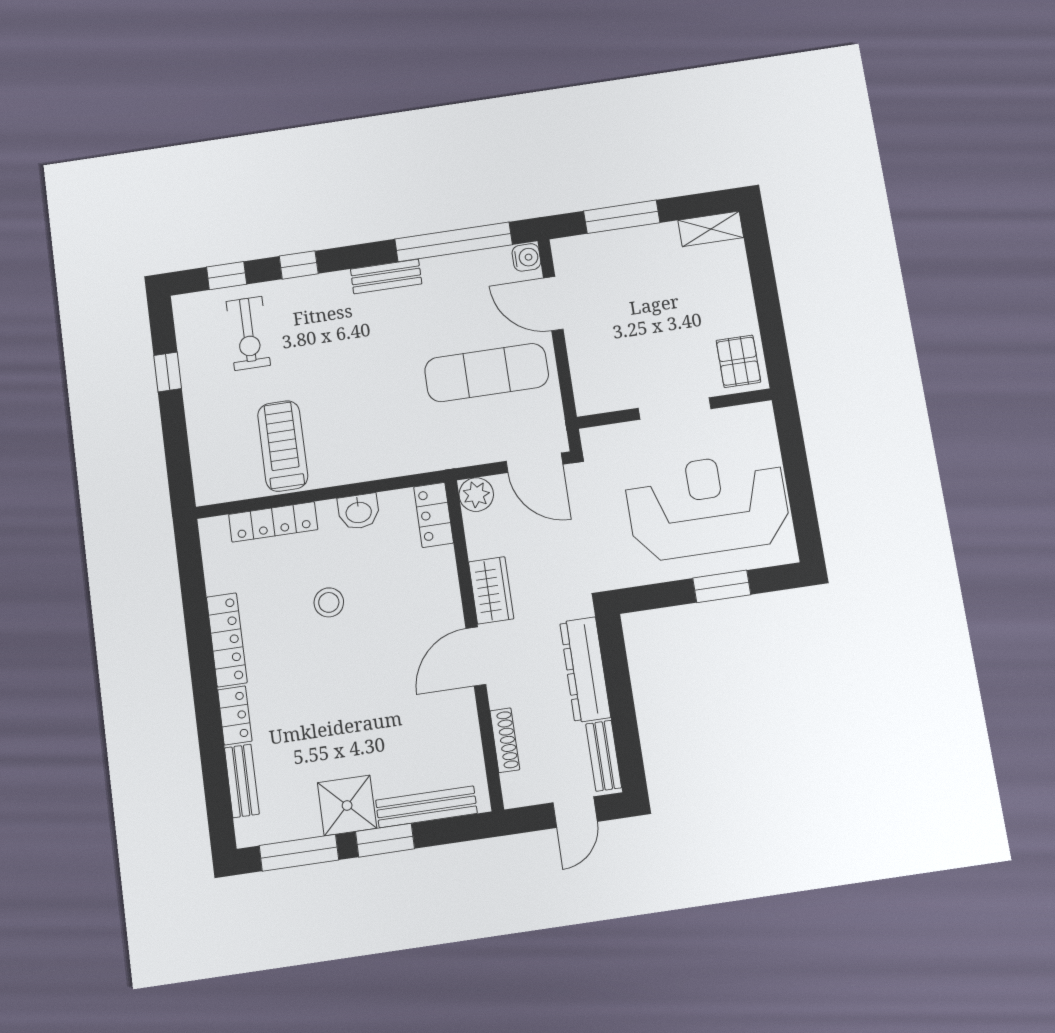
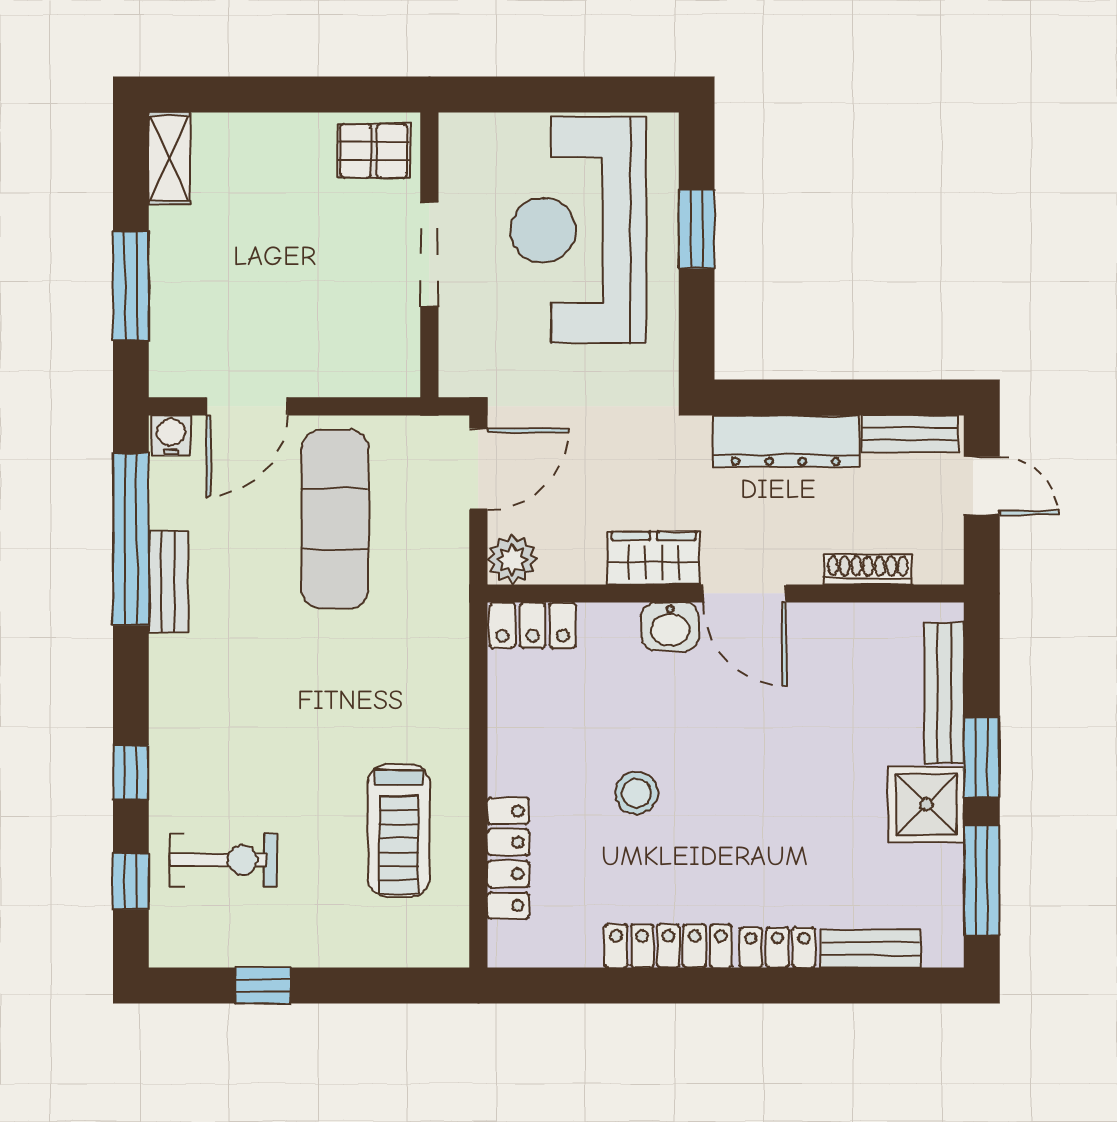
bench: (386, 276) -> (168, 582), moved
treadmill: (283, 446) -> (399, 830), turned -90
washbasin: (359, 512) -> (670, 627), moved, turned 90

